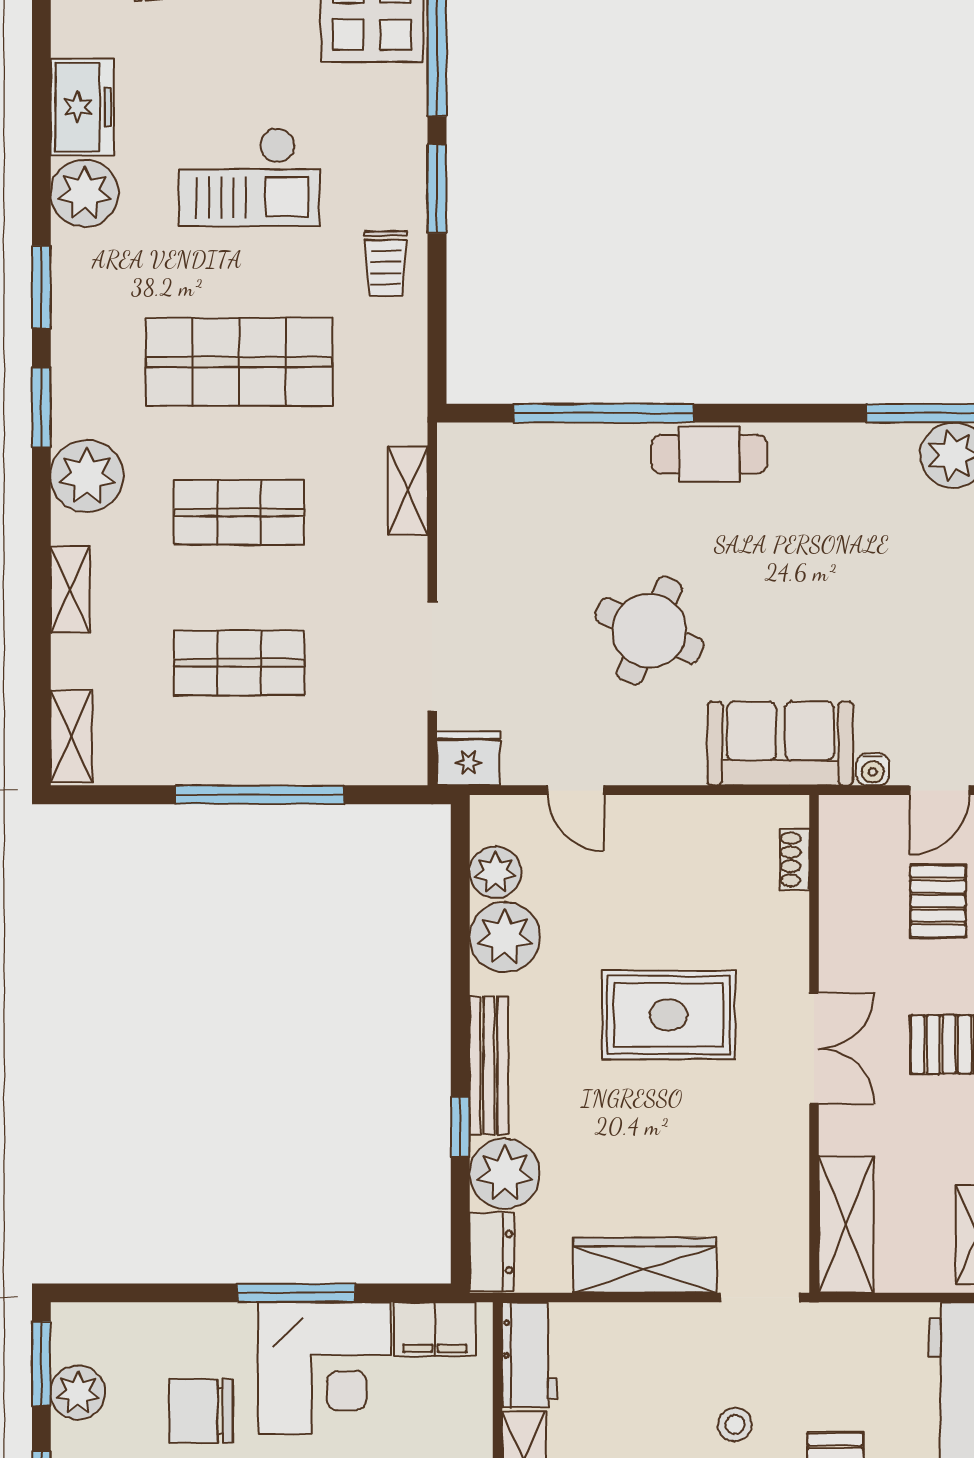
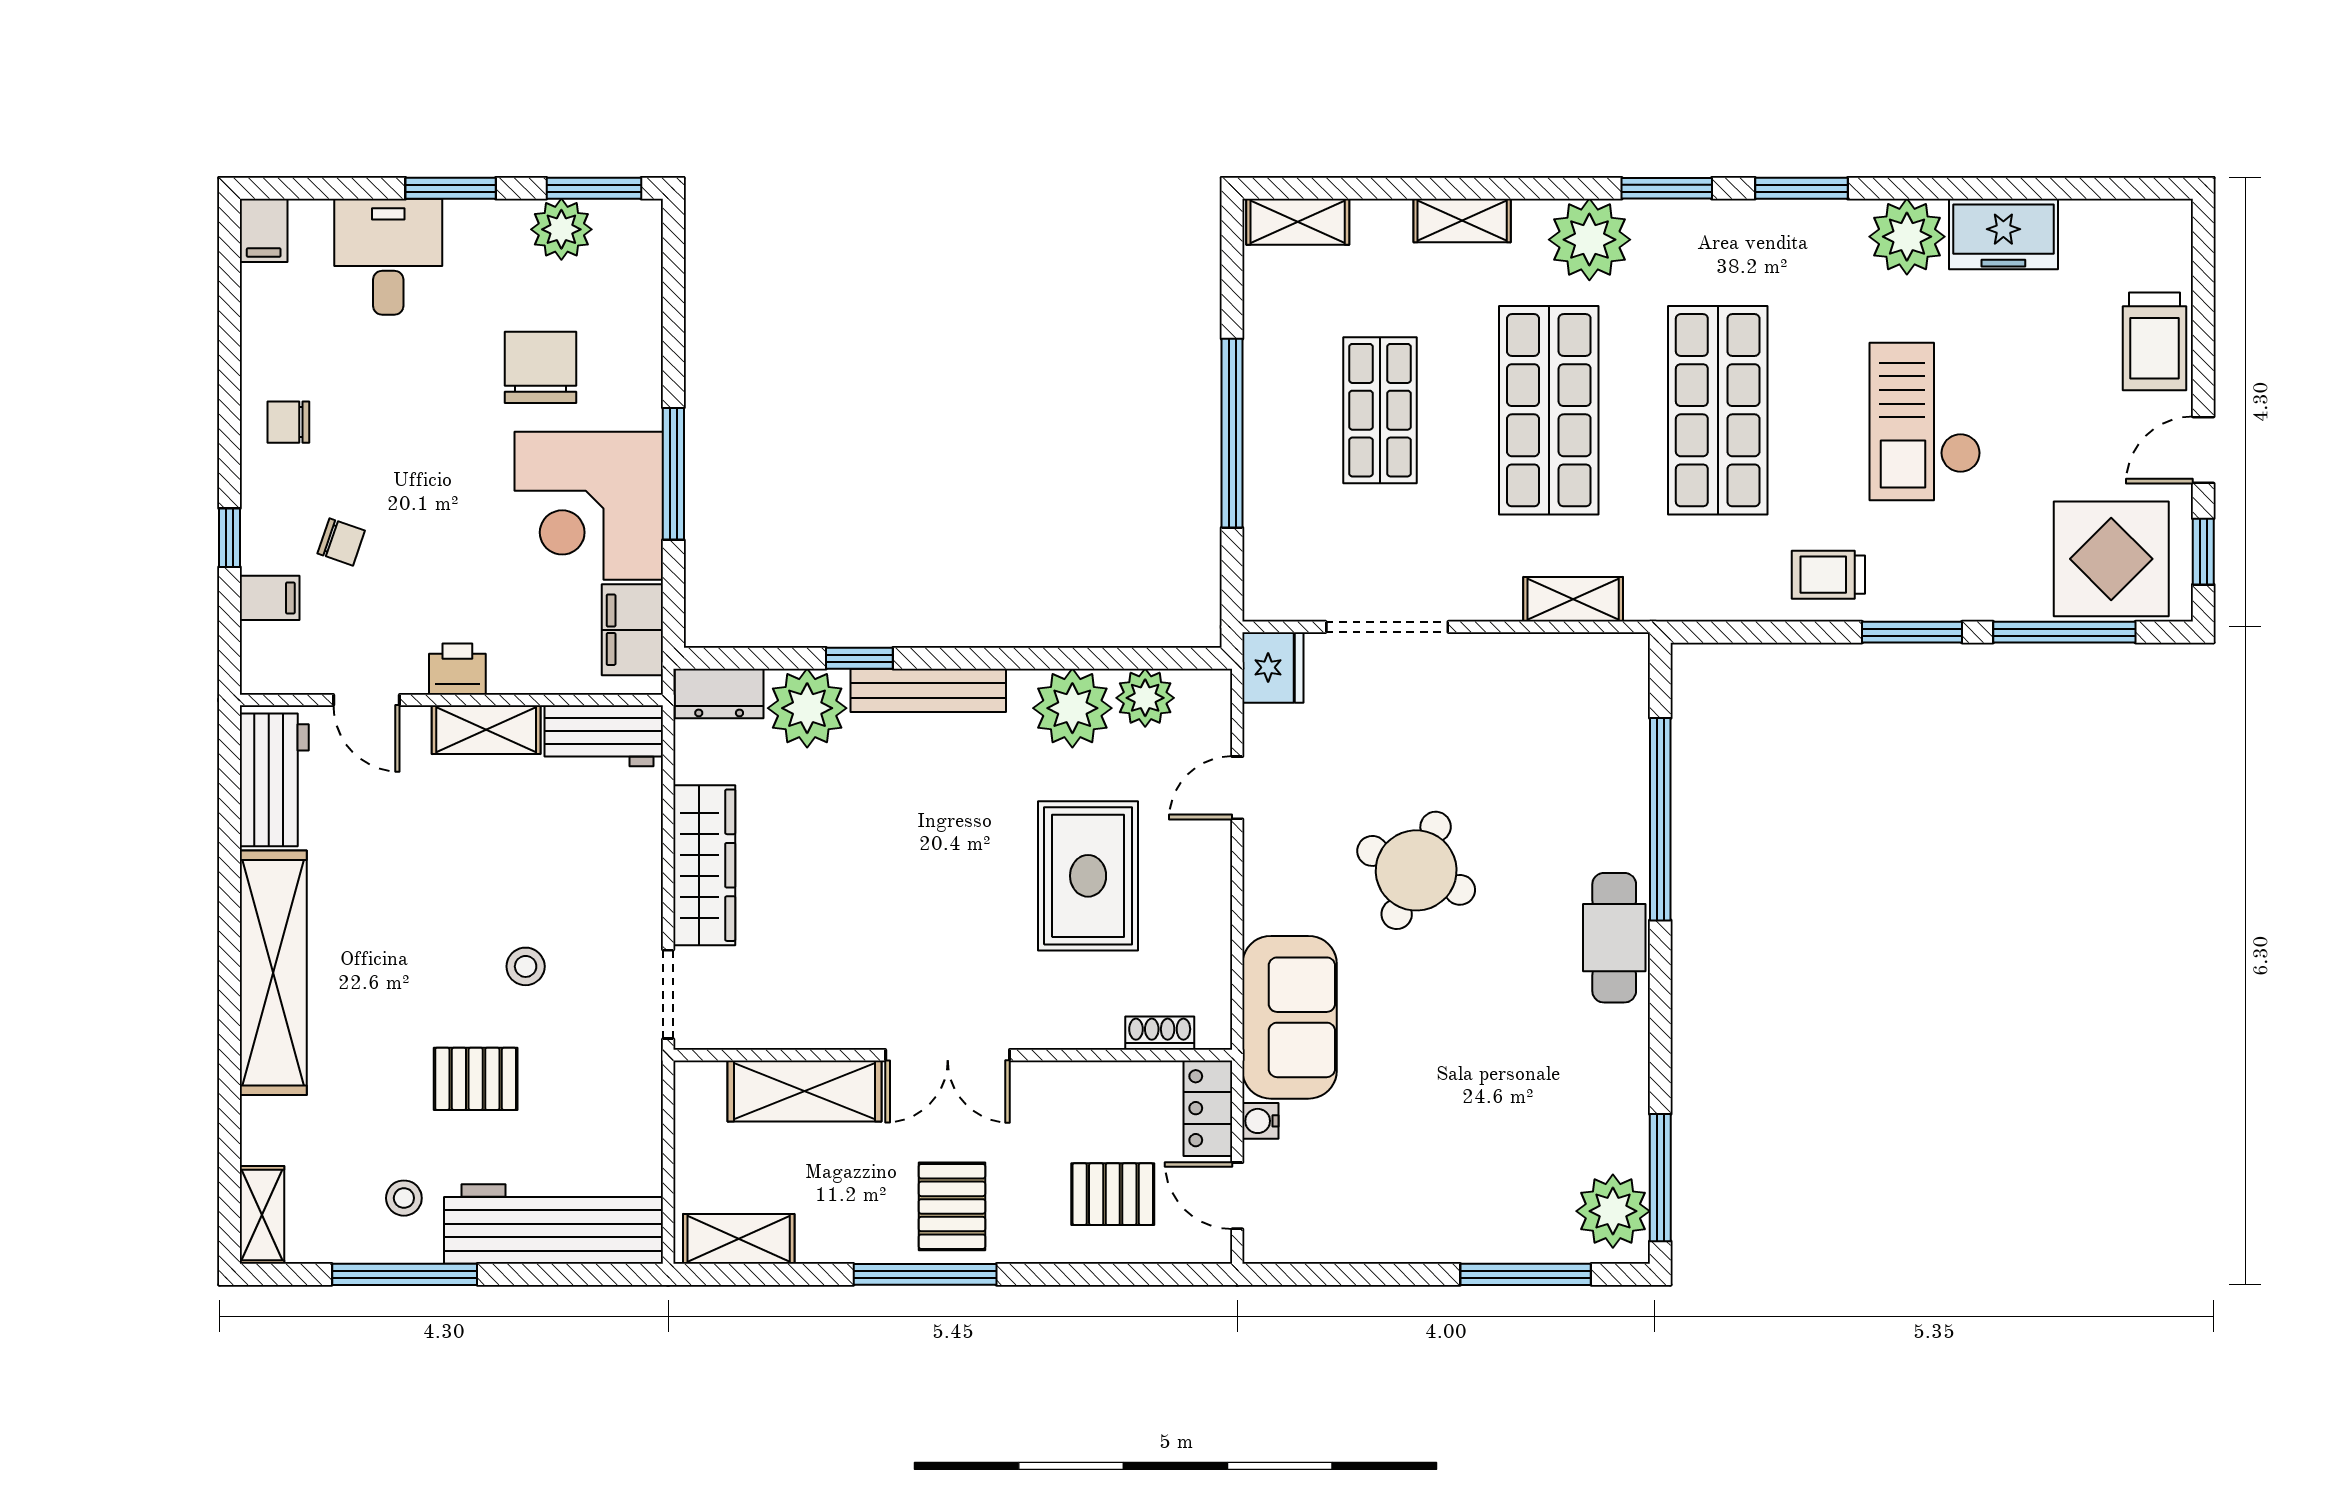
shop shelf: (239, 512) -> (1549, 410), width x1.43, depth x1.36
locker: (861, 816) -> (1208, 1108), added
rug: (669, 1015) -> (1088, 876), moved
shelving: (846, 1224) -> (805, 1091), moved

